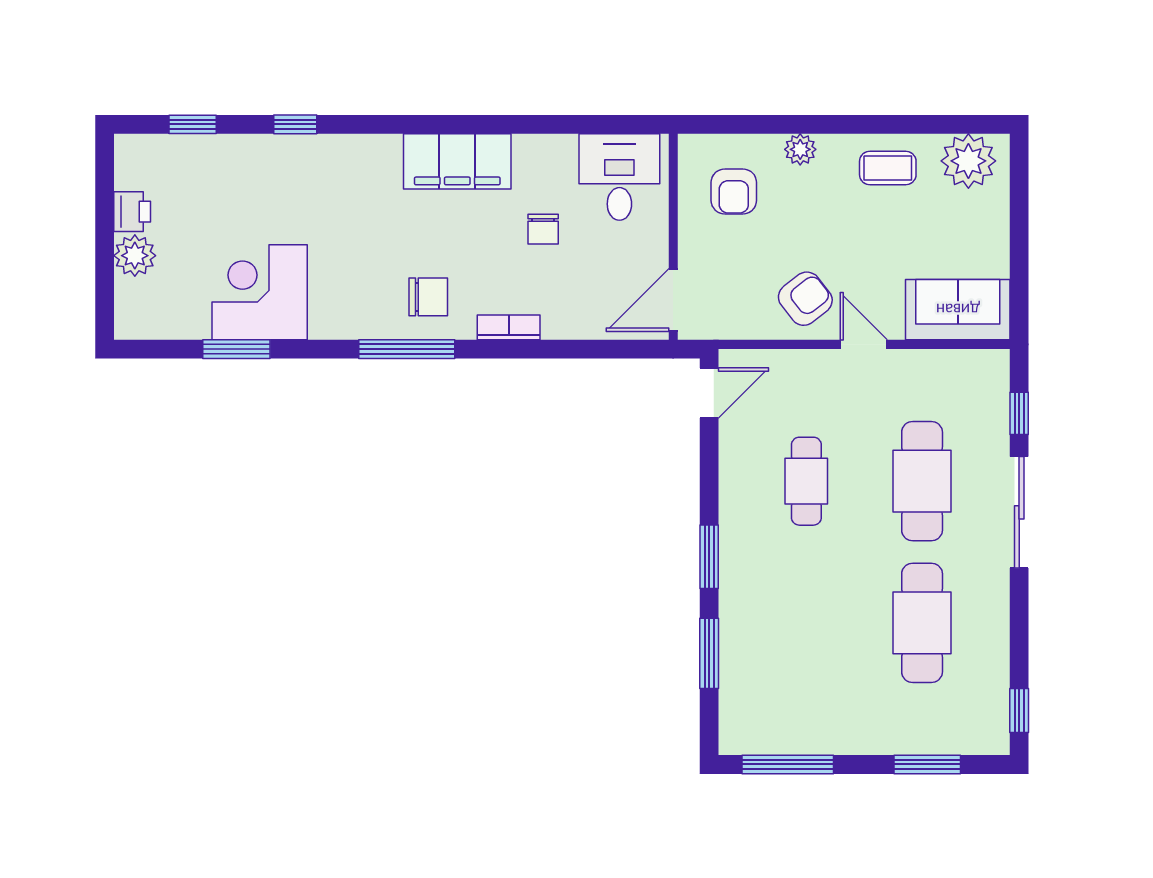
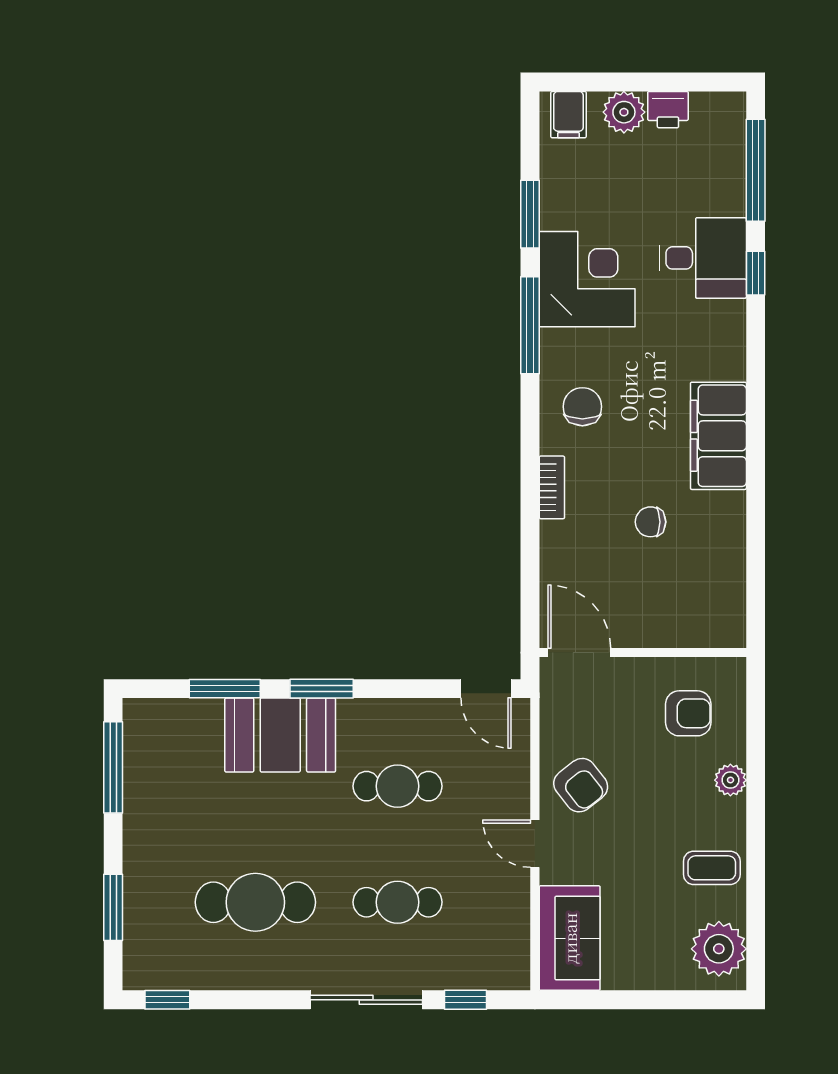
window: (193, 124) -> (756, 170), width x2.17
coffee table: (888, 168) -> (712, 868), turned 90
desk: (619, 177) -> (703, 258), moved
armchair: (734, 191) -> (688, 713), turned 180
corner desk: (260, 292) -> (587, 279), moved
chair: (428, 297) -> (582, 407), turned 180
filing cabinet: (137, 311) -> (568, 115), added
door: (864, 344) -> (535, 844), swing flipped
window: (407, 349) -> (530, 325), moved
cafe table: (922, 481) -> (398, 902), width x0.73, depth x0.74
booth: (755, 598) -> (280, 735), added

